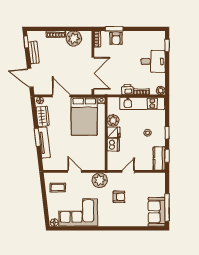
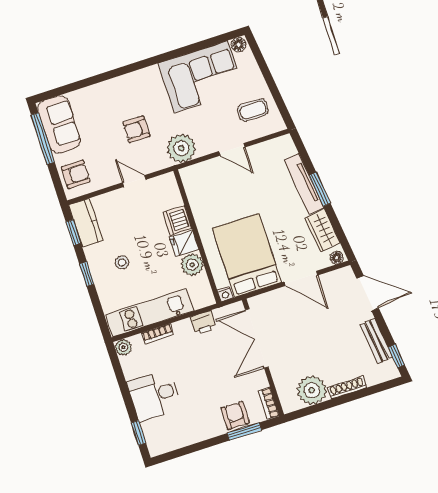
printer: (127, 90) -> (203, 323), moved
door: (128, 171) -> (134, 181), swing flipped
armchair: (156, 184) -> (76, 174), added

